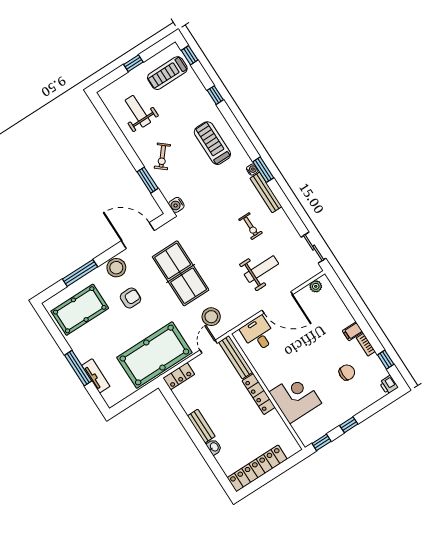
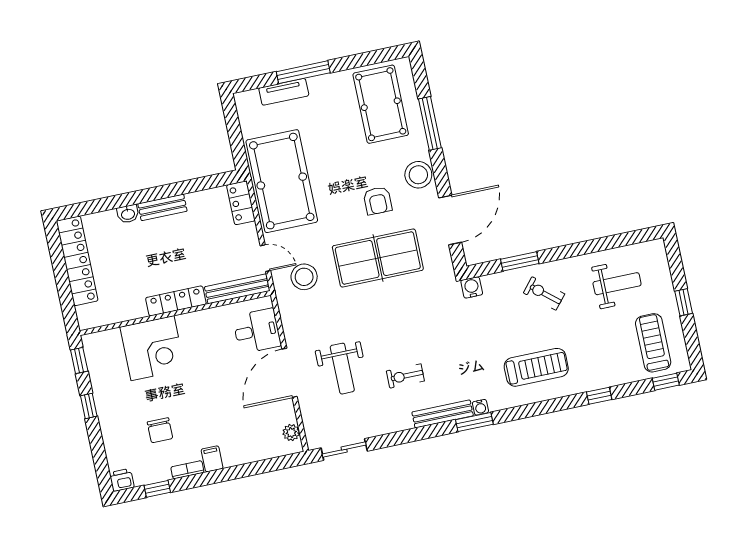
armchair: (131, 298) -> (378, 201), moved

